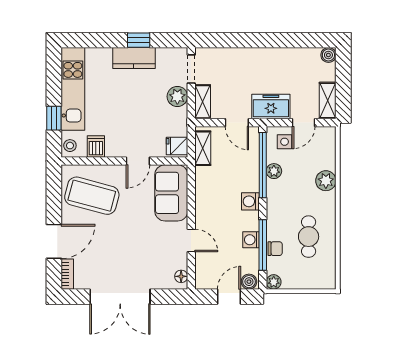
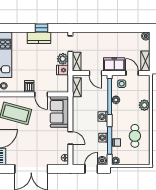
door: (304, 123) -> (132, 73), swing flipped
fridge: (177, 146) -> (63, 70), moved
dishwasher: (96, 147) -> (29, 86), moved
door: (138, 161) -> (41, 94), hinge flipped

